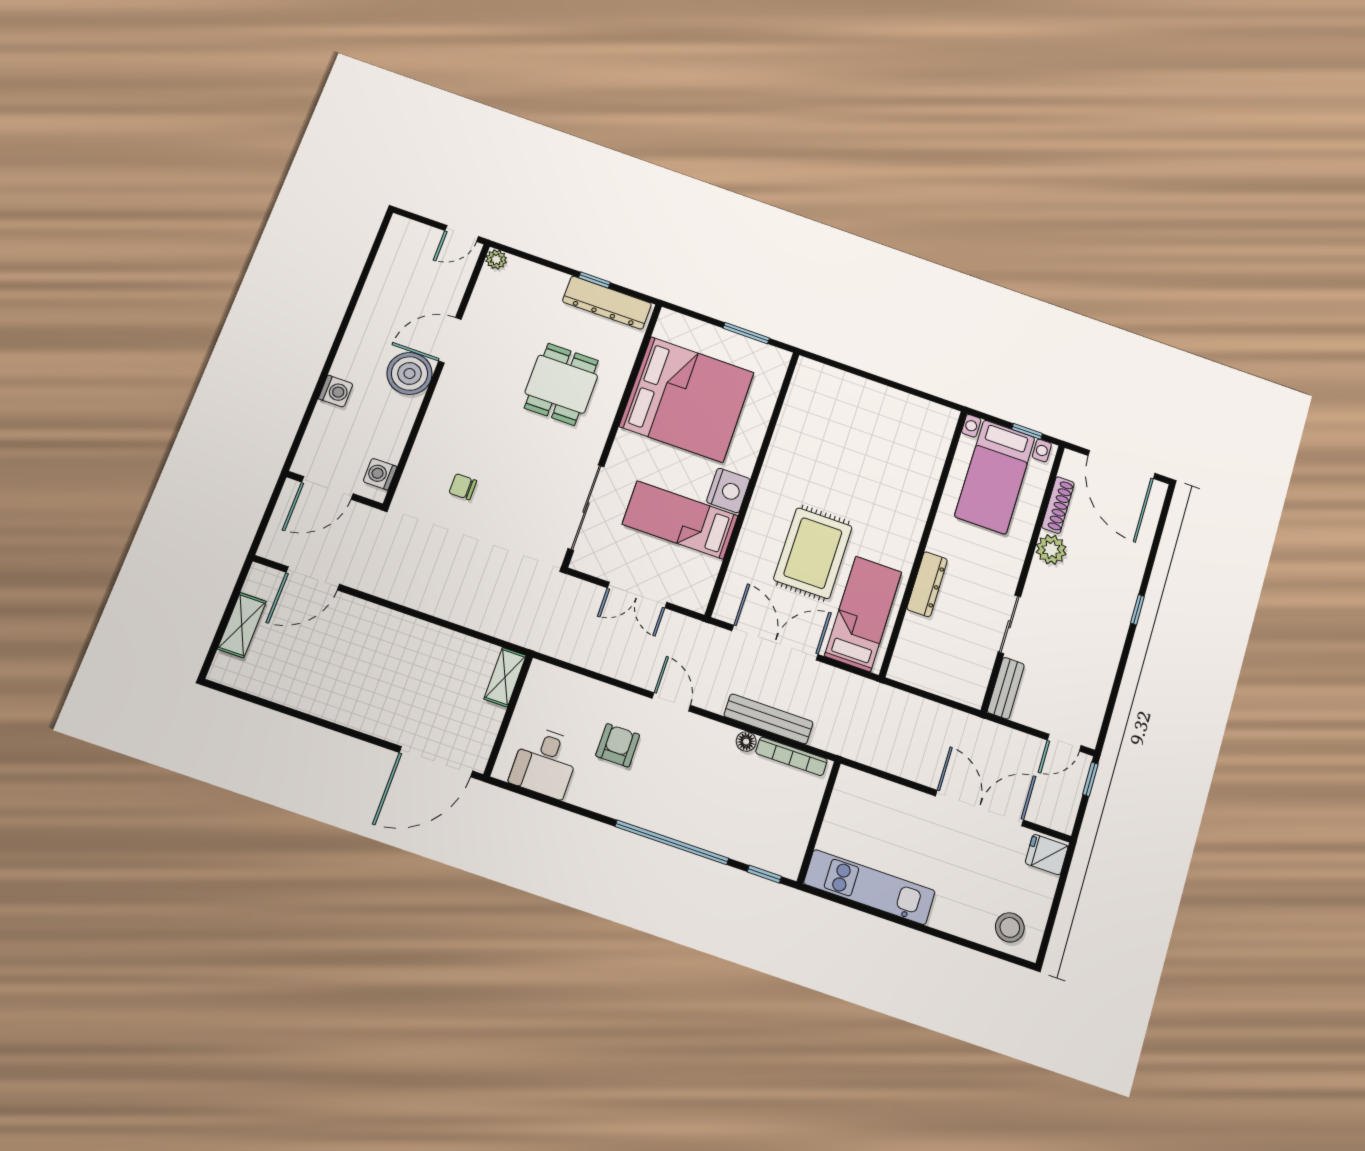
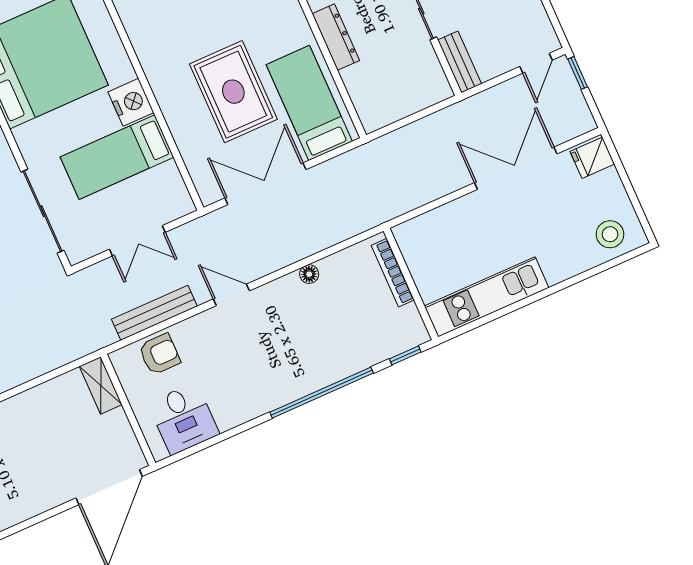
bench: (768, 719) -> (154, 313), moved
armchair: (618, 745) -> (160, 354), moved, turned 90
bookcase: (791, 756) -> (393, 273), moved, turned 90

